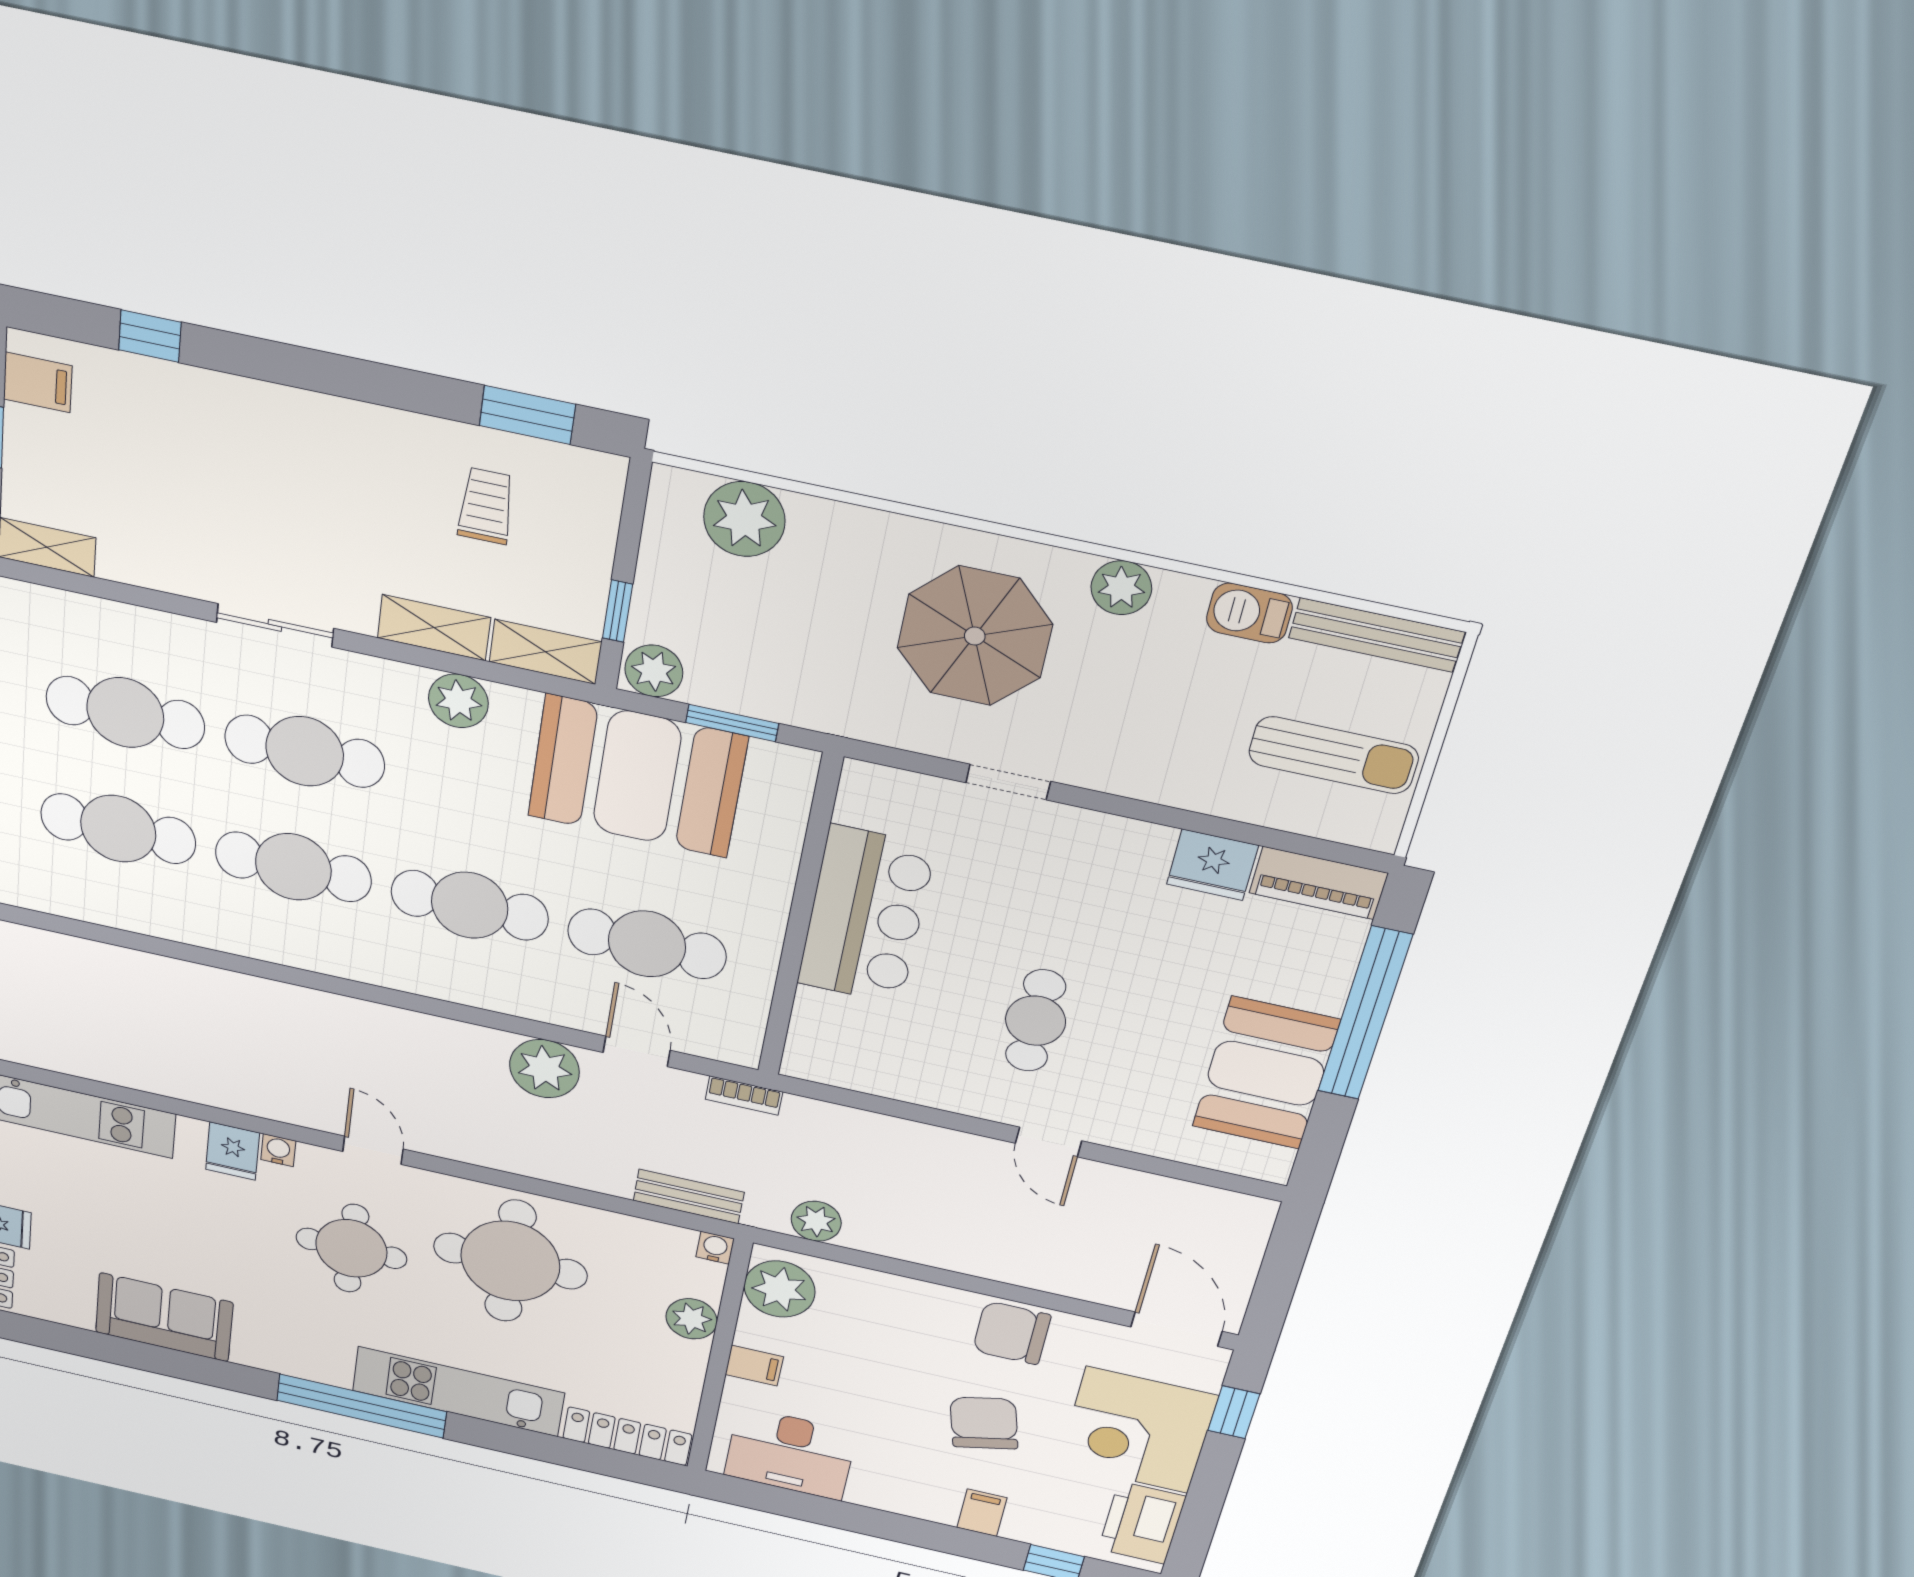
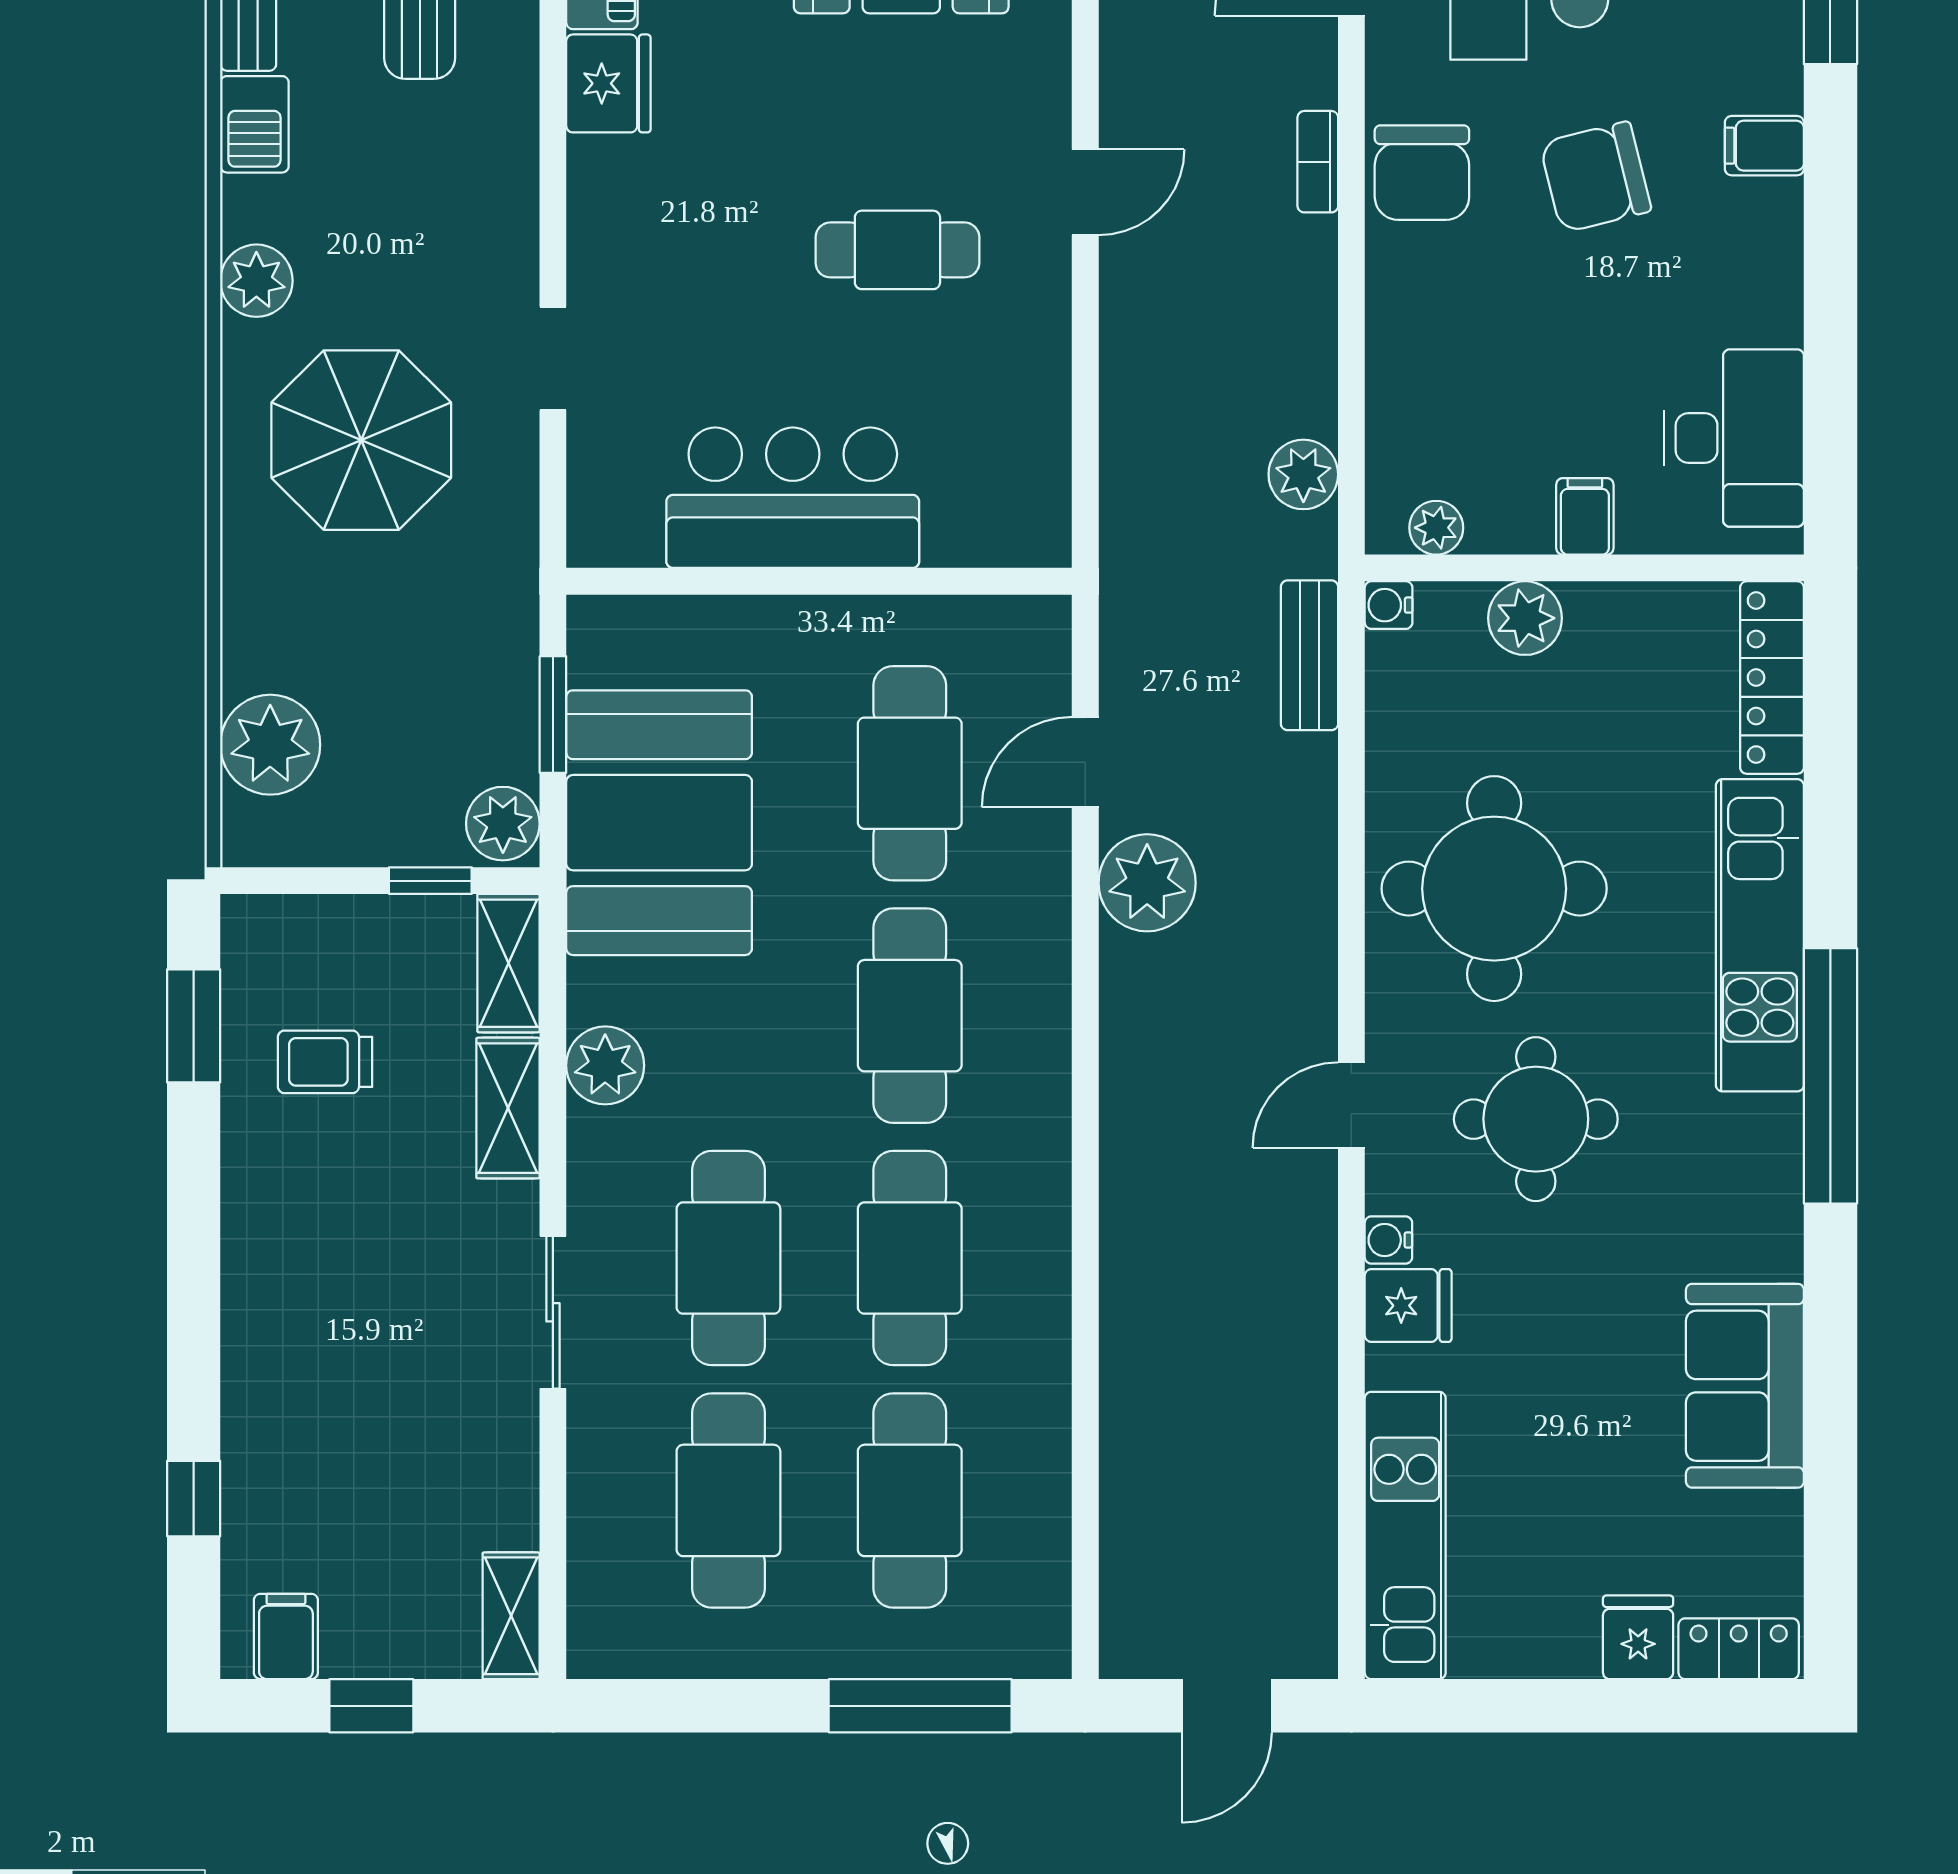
bookcase: (744, 1096) -> (1318, 162), moved, turned 180
plant: (780, 1289) -> (1436, 528), width x0.53, depth x0.53

